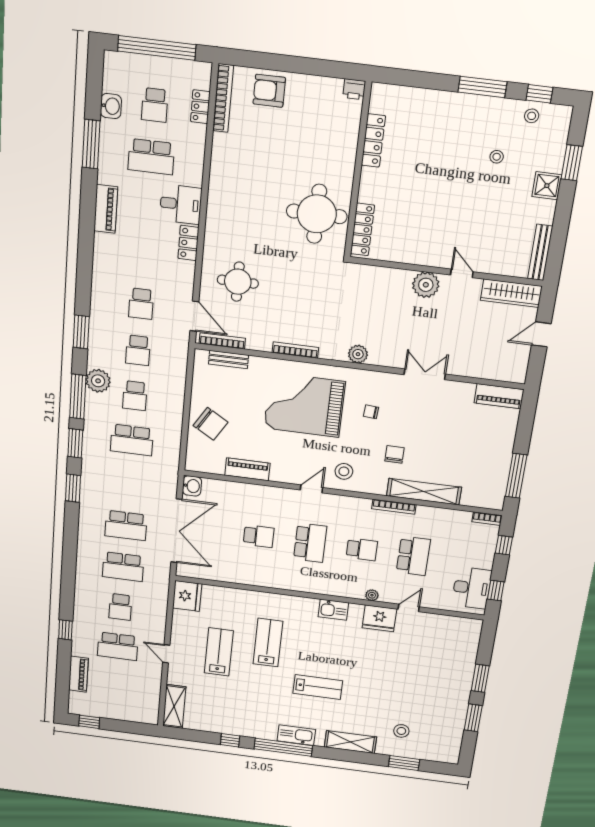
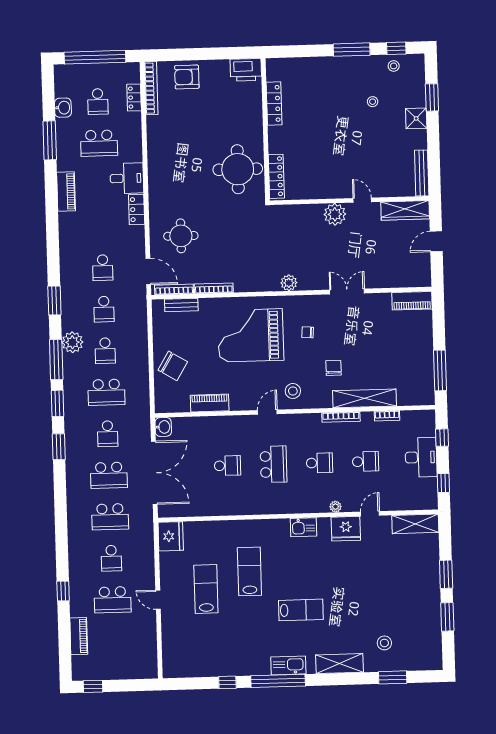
printer: (354, 89) -> (246, 70), width x1.87, depth x1.48
bookcase: (295, 350) -> (214, 288), moved
school desk: (129, 483) -> (108, 434), added
bookcase: (487, 519) -> (387, 416), moved
school desk: (413, 556) -> (366, 461), width x0.54
desk: (472, 588) -> (421, 457), moved
shelving: (174, 706) -> (415, 524), moved, turned 90

